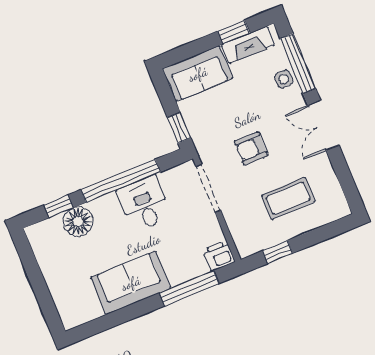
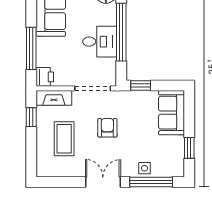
fireplace: (248, 45) -> (54, 98), moved, turned -90

